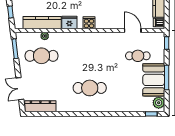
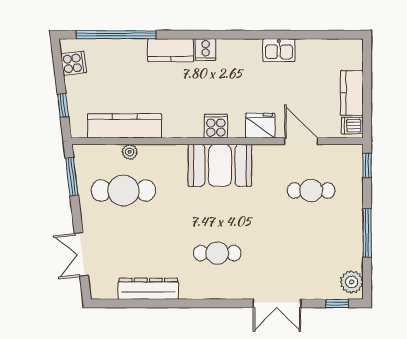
fridge: (69, 23) -> (260, 126), moved
booth: (154, 80) -> (220, 165), moved, turned 90
cafe table: (90, 88) -> (217, 253), width x0.73, depth x0.74
dresser: (40, 106) -> (148, 289), moved
double door: (120, 114) -> (277, 303), added

